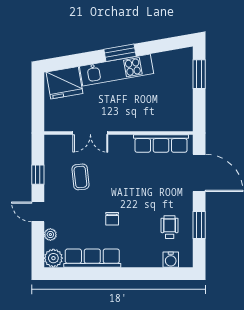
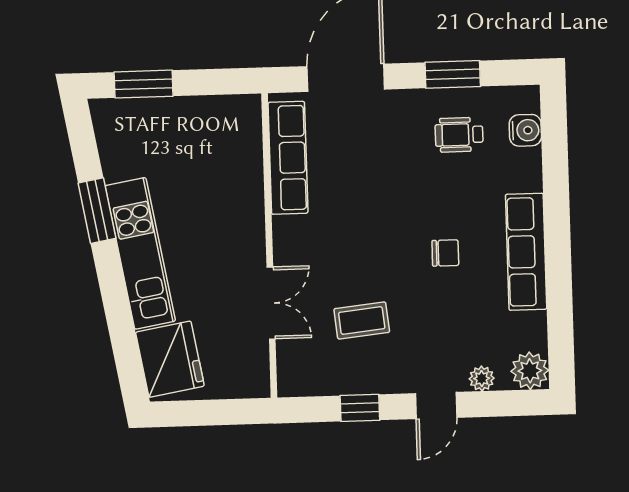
window: (120, 53) -> (97, 211), moved
row of seats: (92, 258) -> (526, 252), moved

